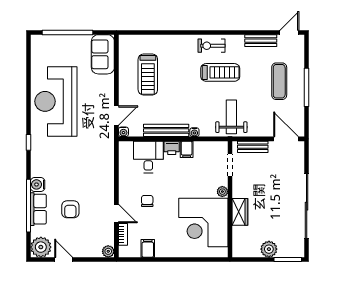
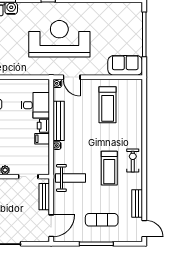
treadmill: (148, 74) -> (108, 105), turned -90
reception desk: (56, 101) -> (59, 39), moved

